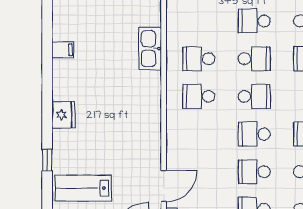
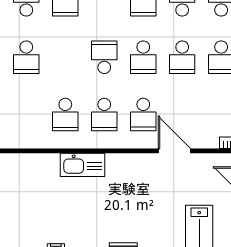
kitchen sink: (150, 49) -> (83, 165), moved
school desk: (254, 59) -> (143, 115), moved, turned 180
door: (164, 186) -> (174, 151), moved

